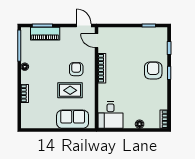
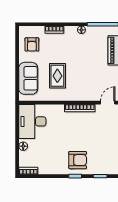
armchair: (76, 69) -> (32, 44), moved, turned 90
desk: (110, 115) -> (32, 121), width x1.37

